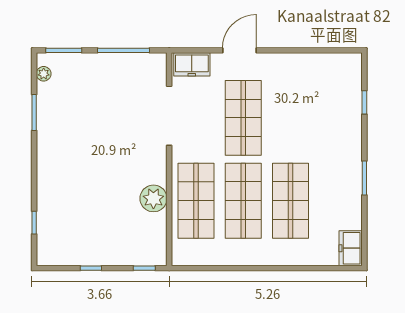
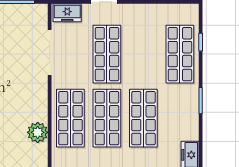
shop shelf: (338, 118) -> (180, 54), added
plant: (153, 198) -> (38, 132), moved

